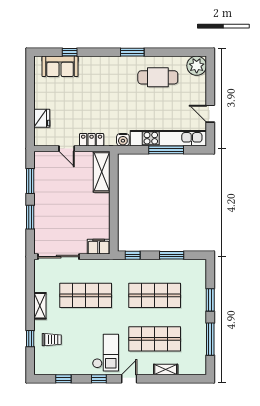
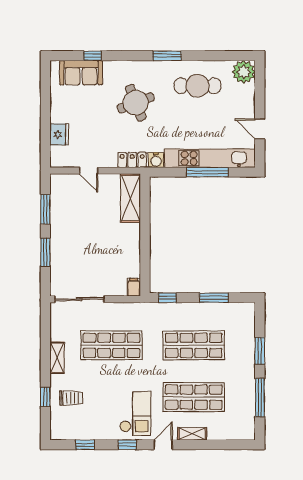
round table: (106, 92) -> (136, 103), added
locker: (92, 140) -> (132, 160), moved
filing cabinet: (99, 247) -> (134, 287), width x0.50
shelving: (166, 370) -> (192, 434), moved

